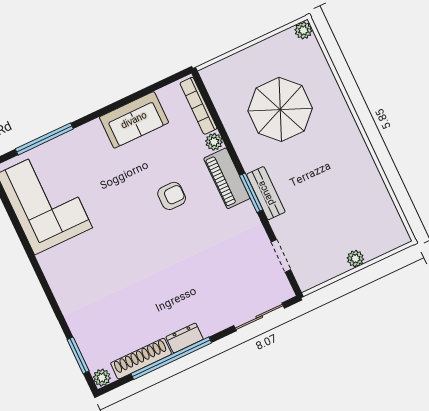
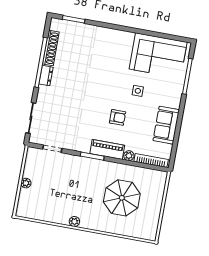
plant: (303, 30) -> (74, 222), moved
bench: (266, 193) -> (87, 163), removed
side table: (114, 194) -> (138, 91), added
armchair: (172, 196) -> (118, 117), turned -90
plant: (102, 378) -> (55, 23), removed

